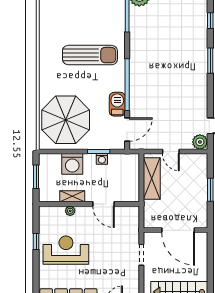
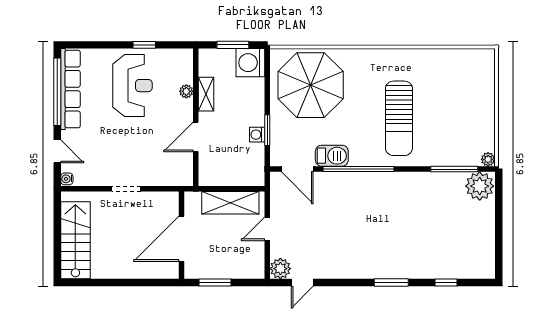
washing machine: (72, 164) -> (250, 63), moved
wall: (175, 230) -> (181, 235), moved
door: (178, 230) -> (181, 239), moved

